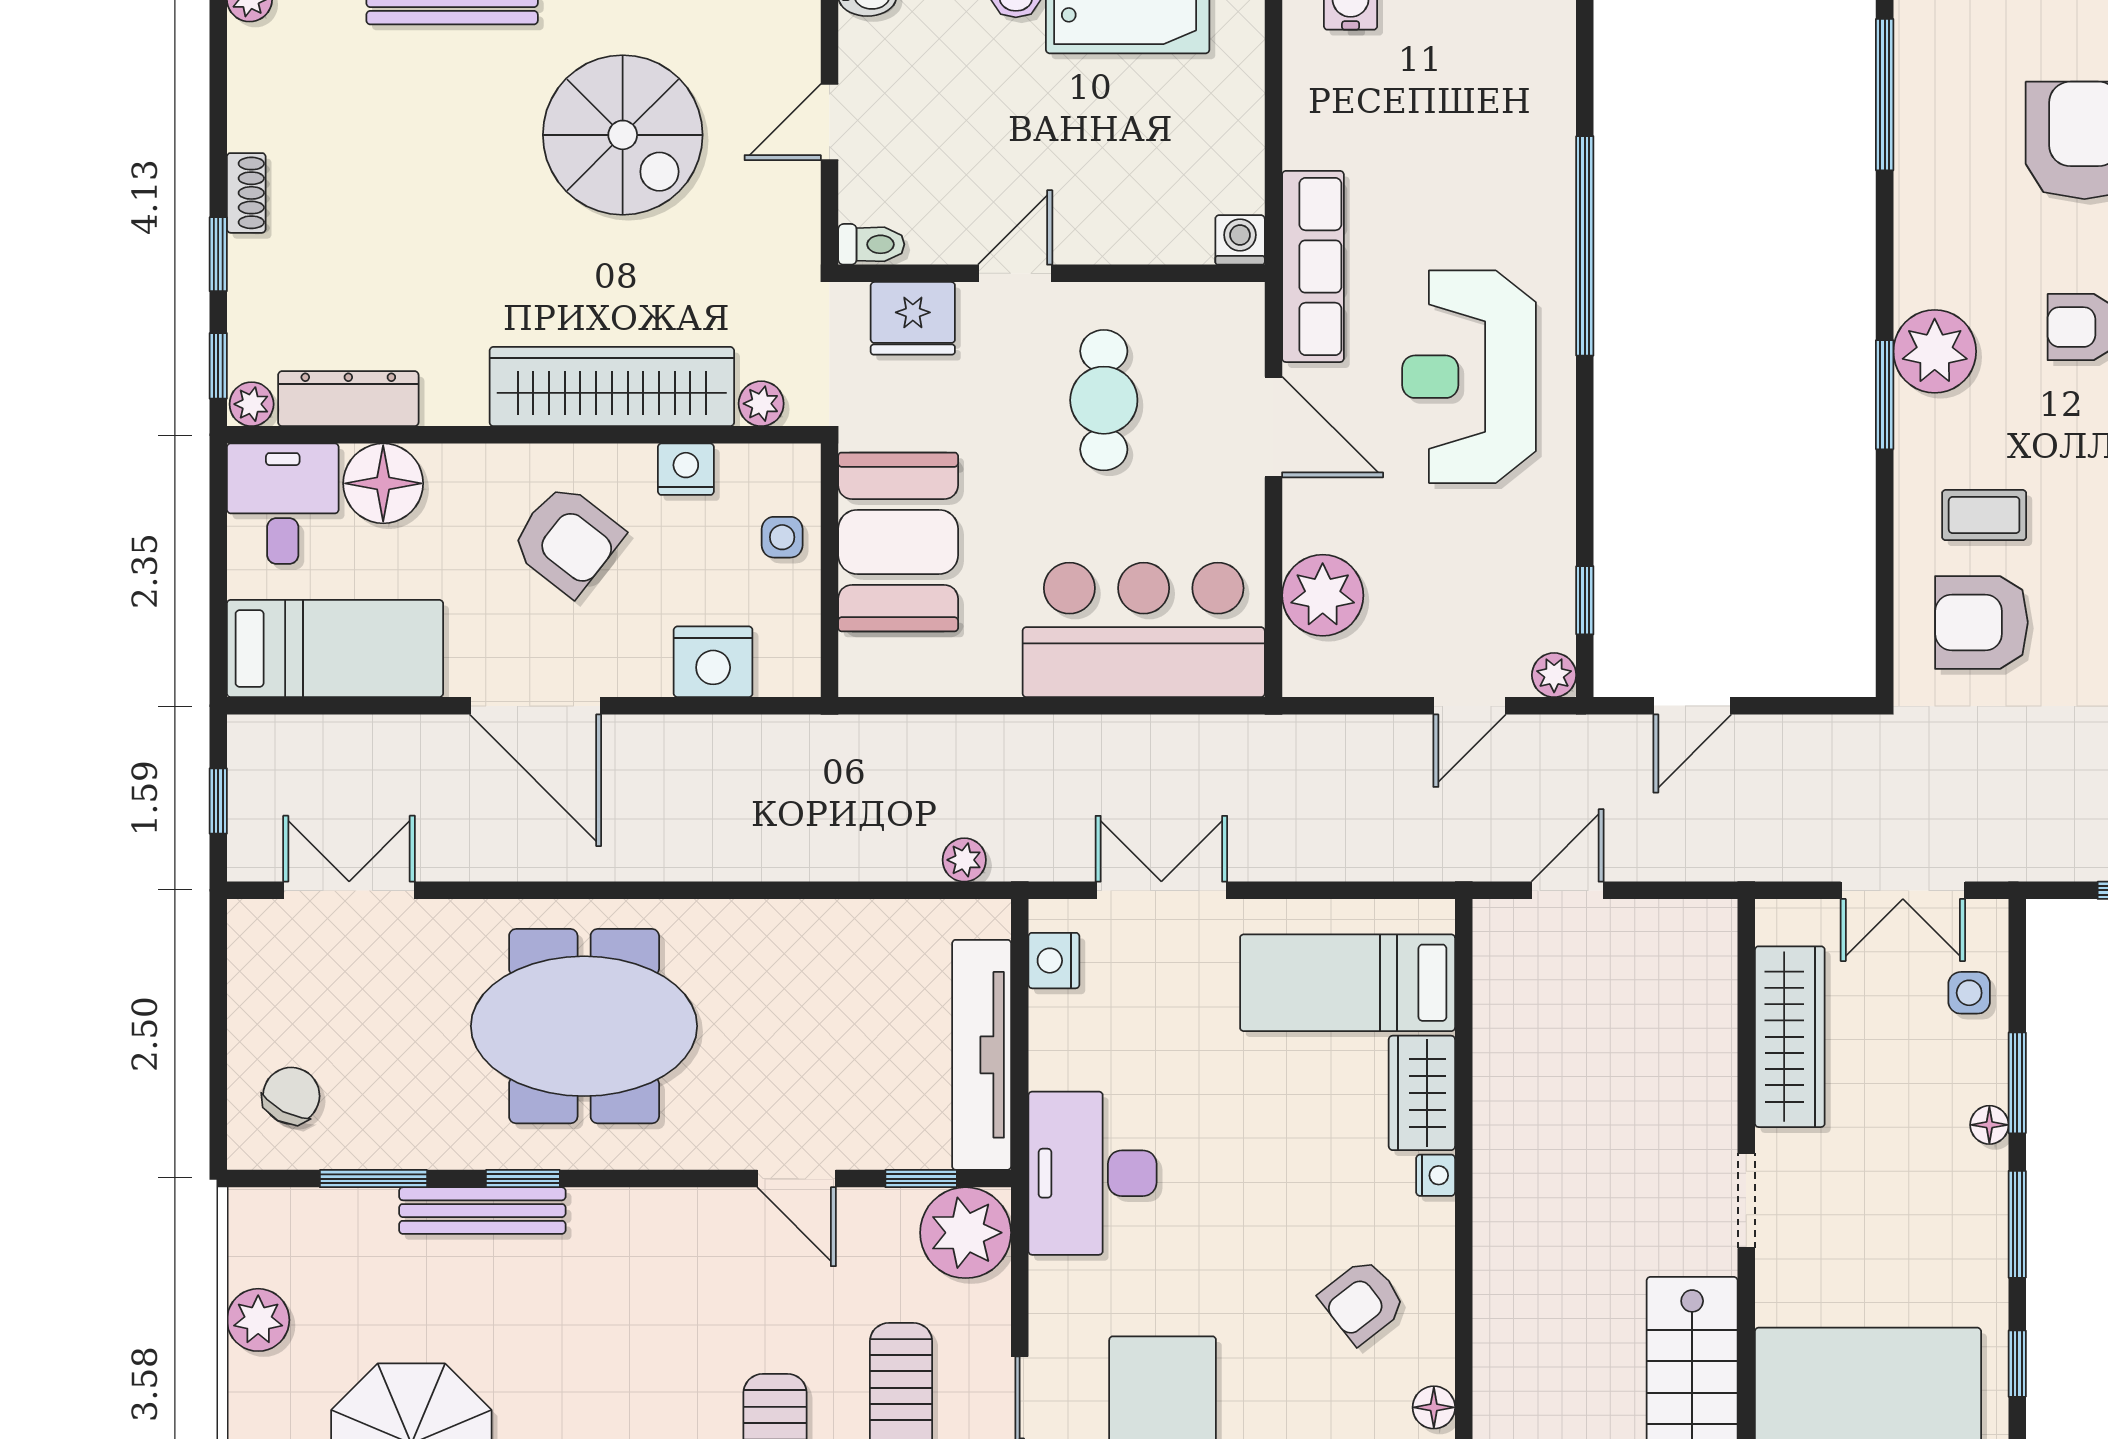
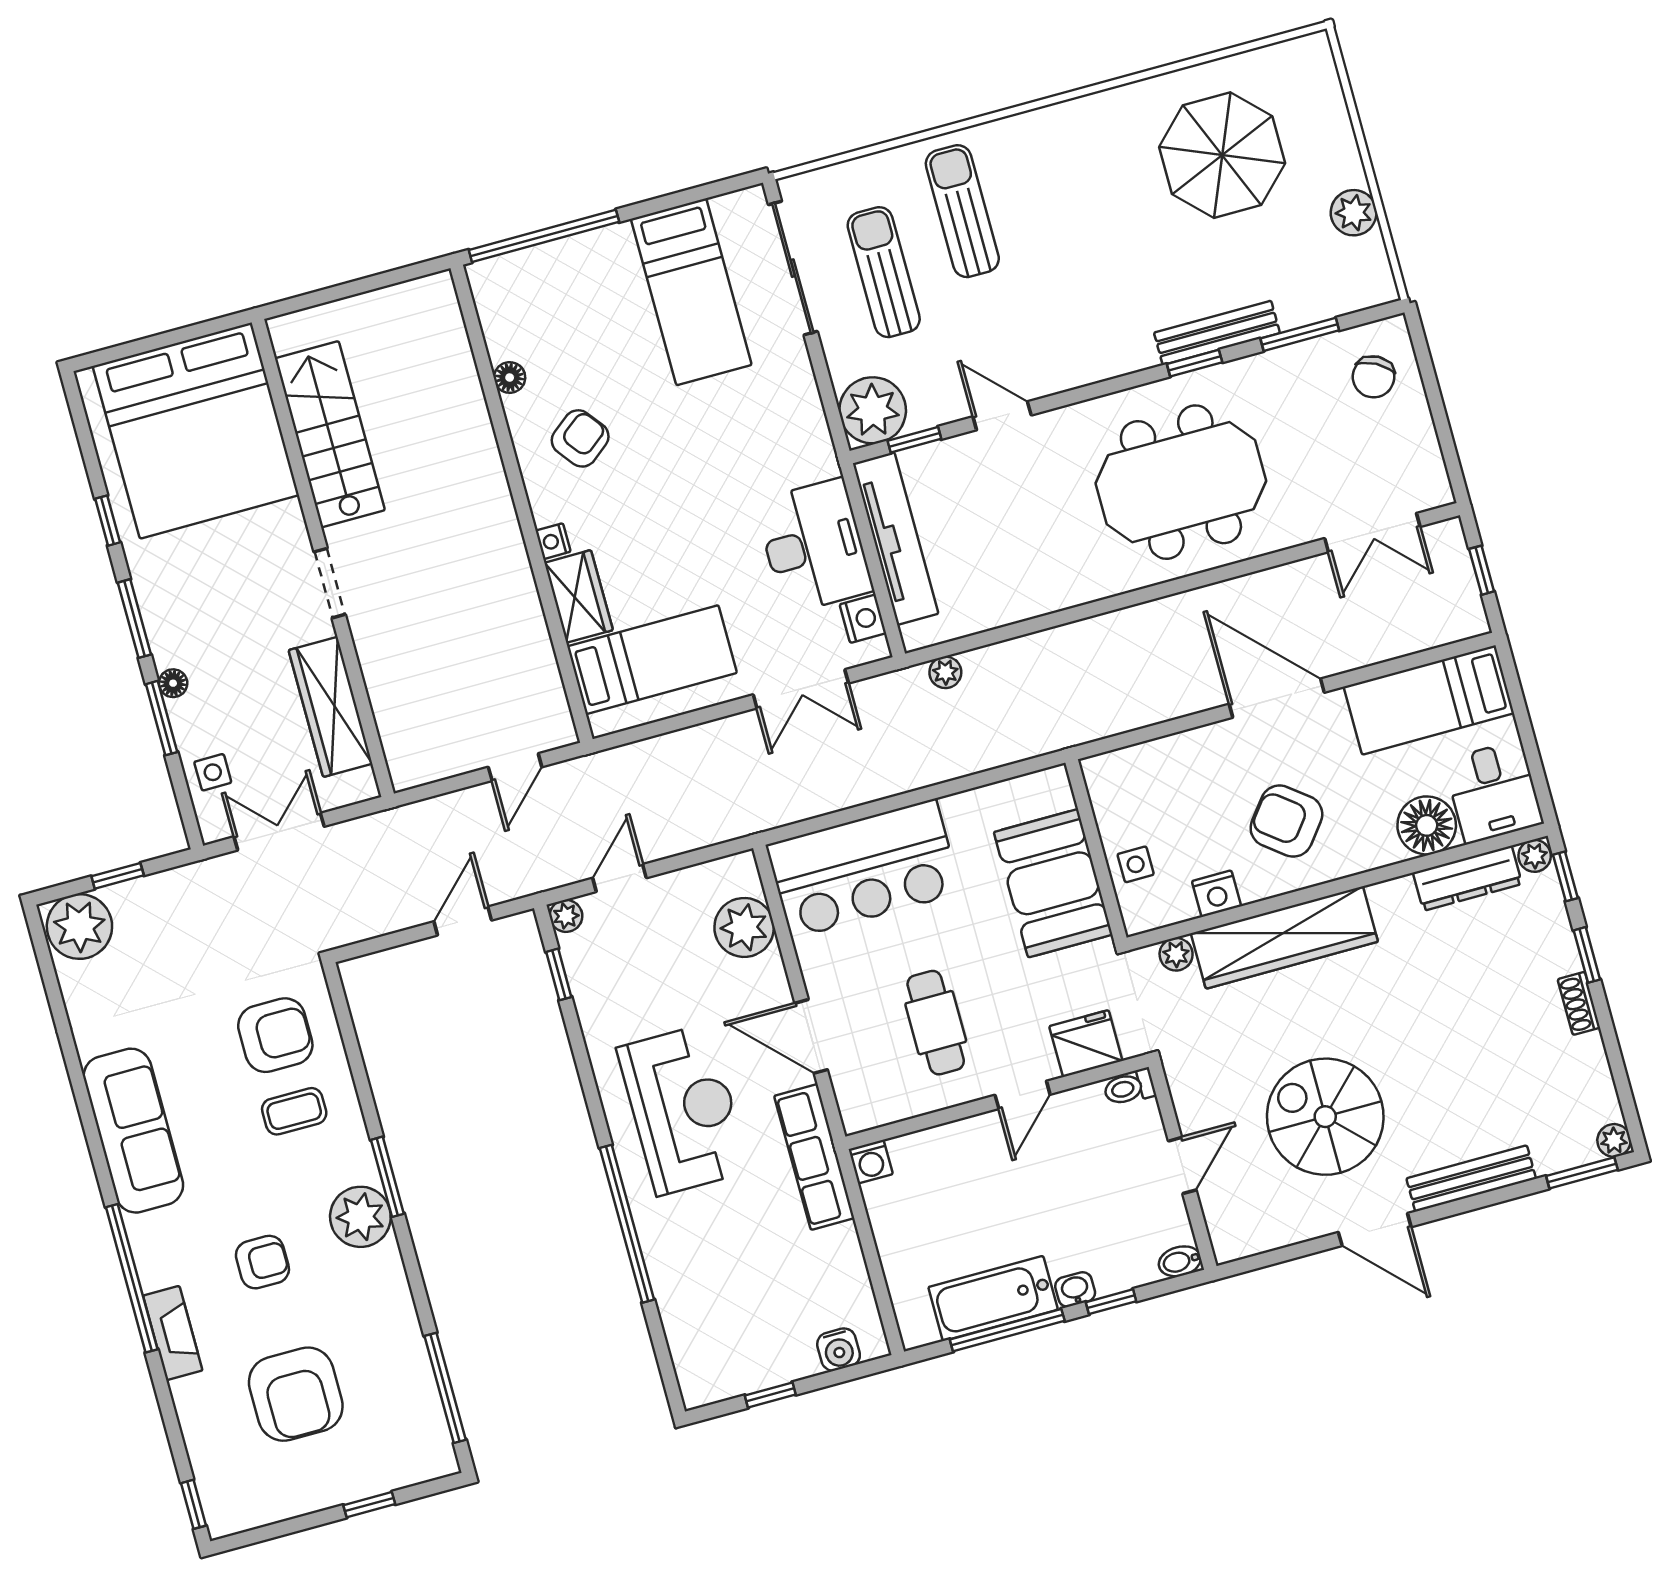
nightstand: (713, 662) -> (1160, 763), removed
desk: (1092, 1173) -> (814, 546), moved

